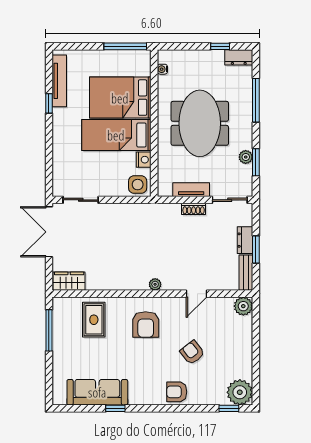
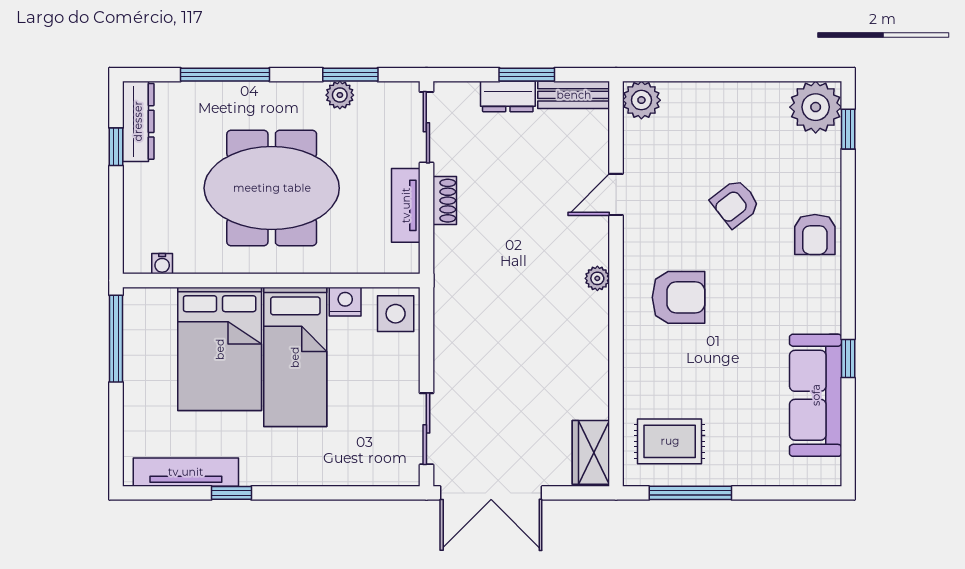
dresser: (239, 57) -> (138, 121), width x1.44
door: (197, 294) -> (616, 195), swing flipped
rug: (94, 320) -> (670, 441), moved

